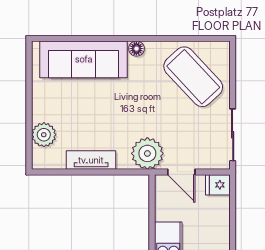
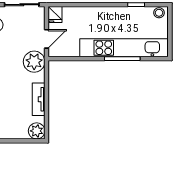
plant: (44, 135) -> (37, 131), moved

